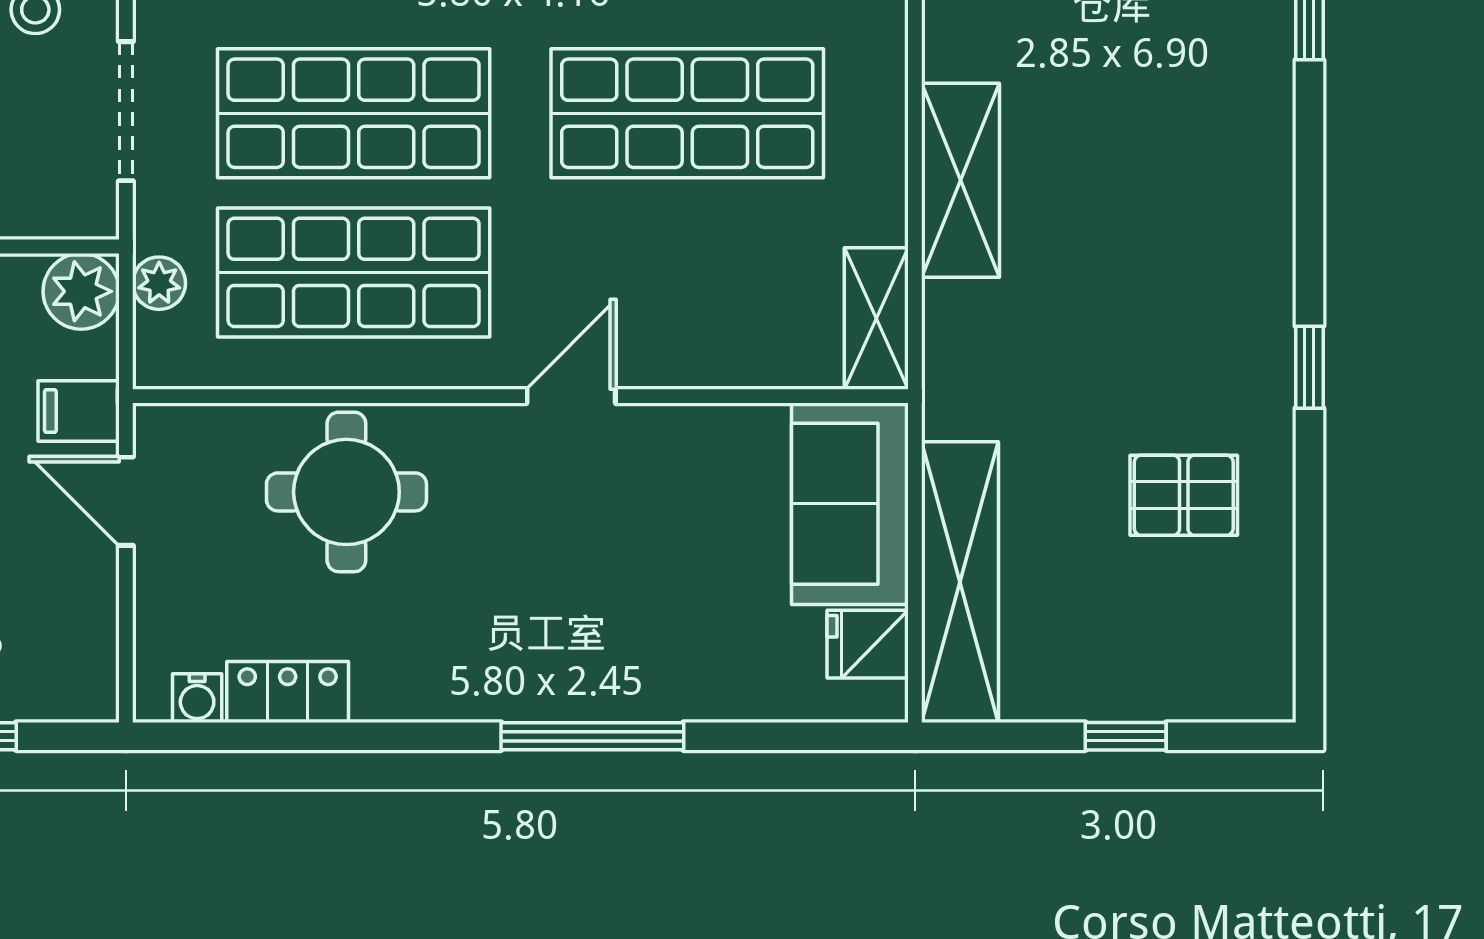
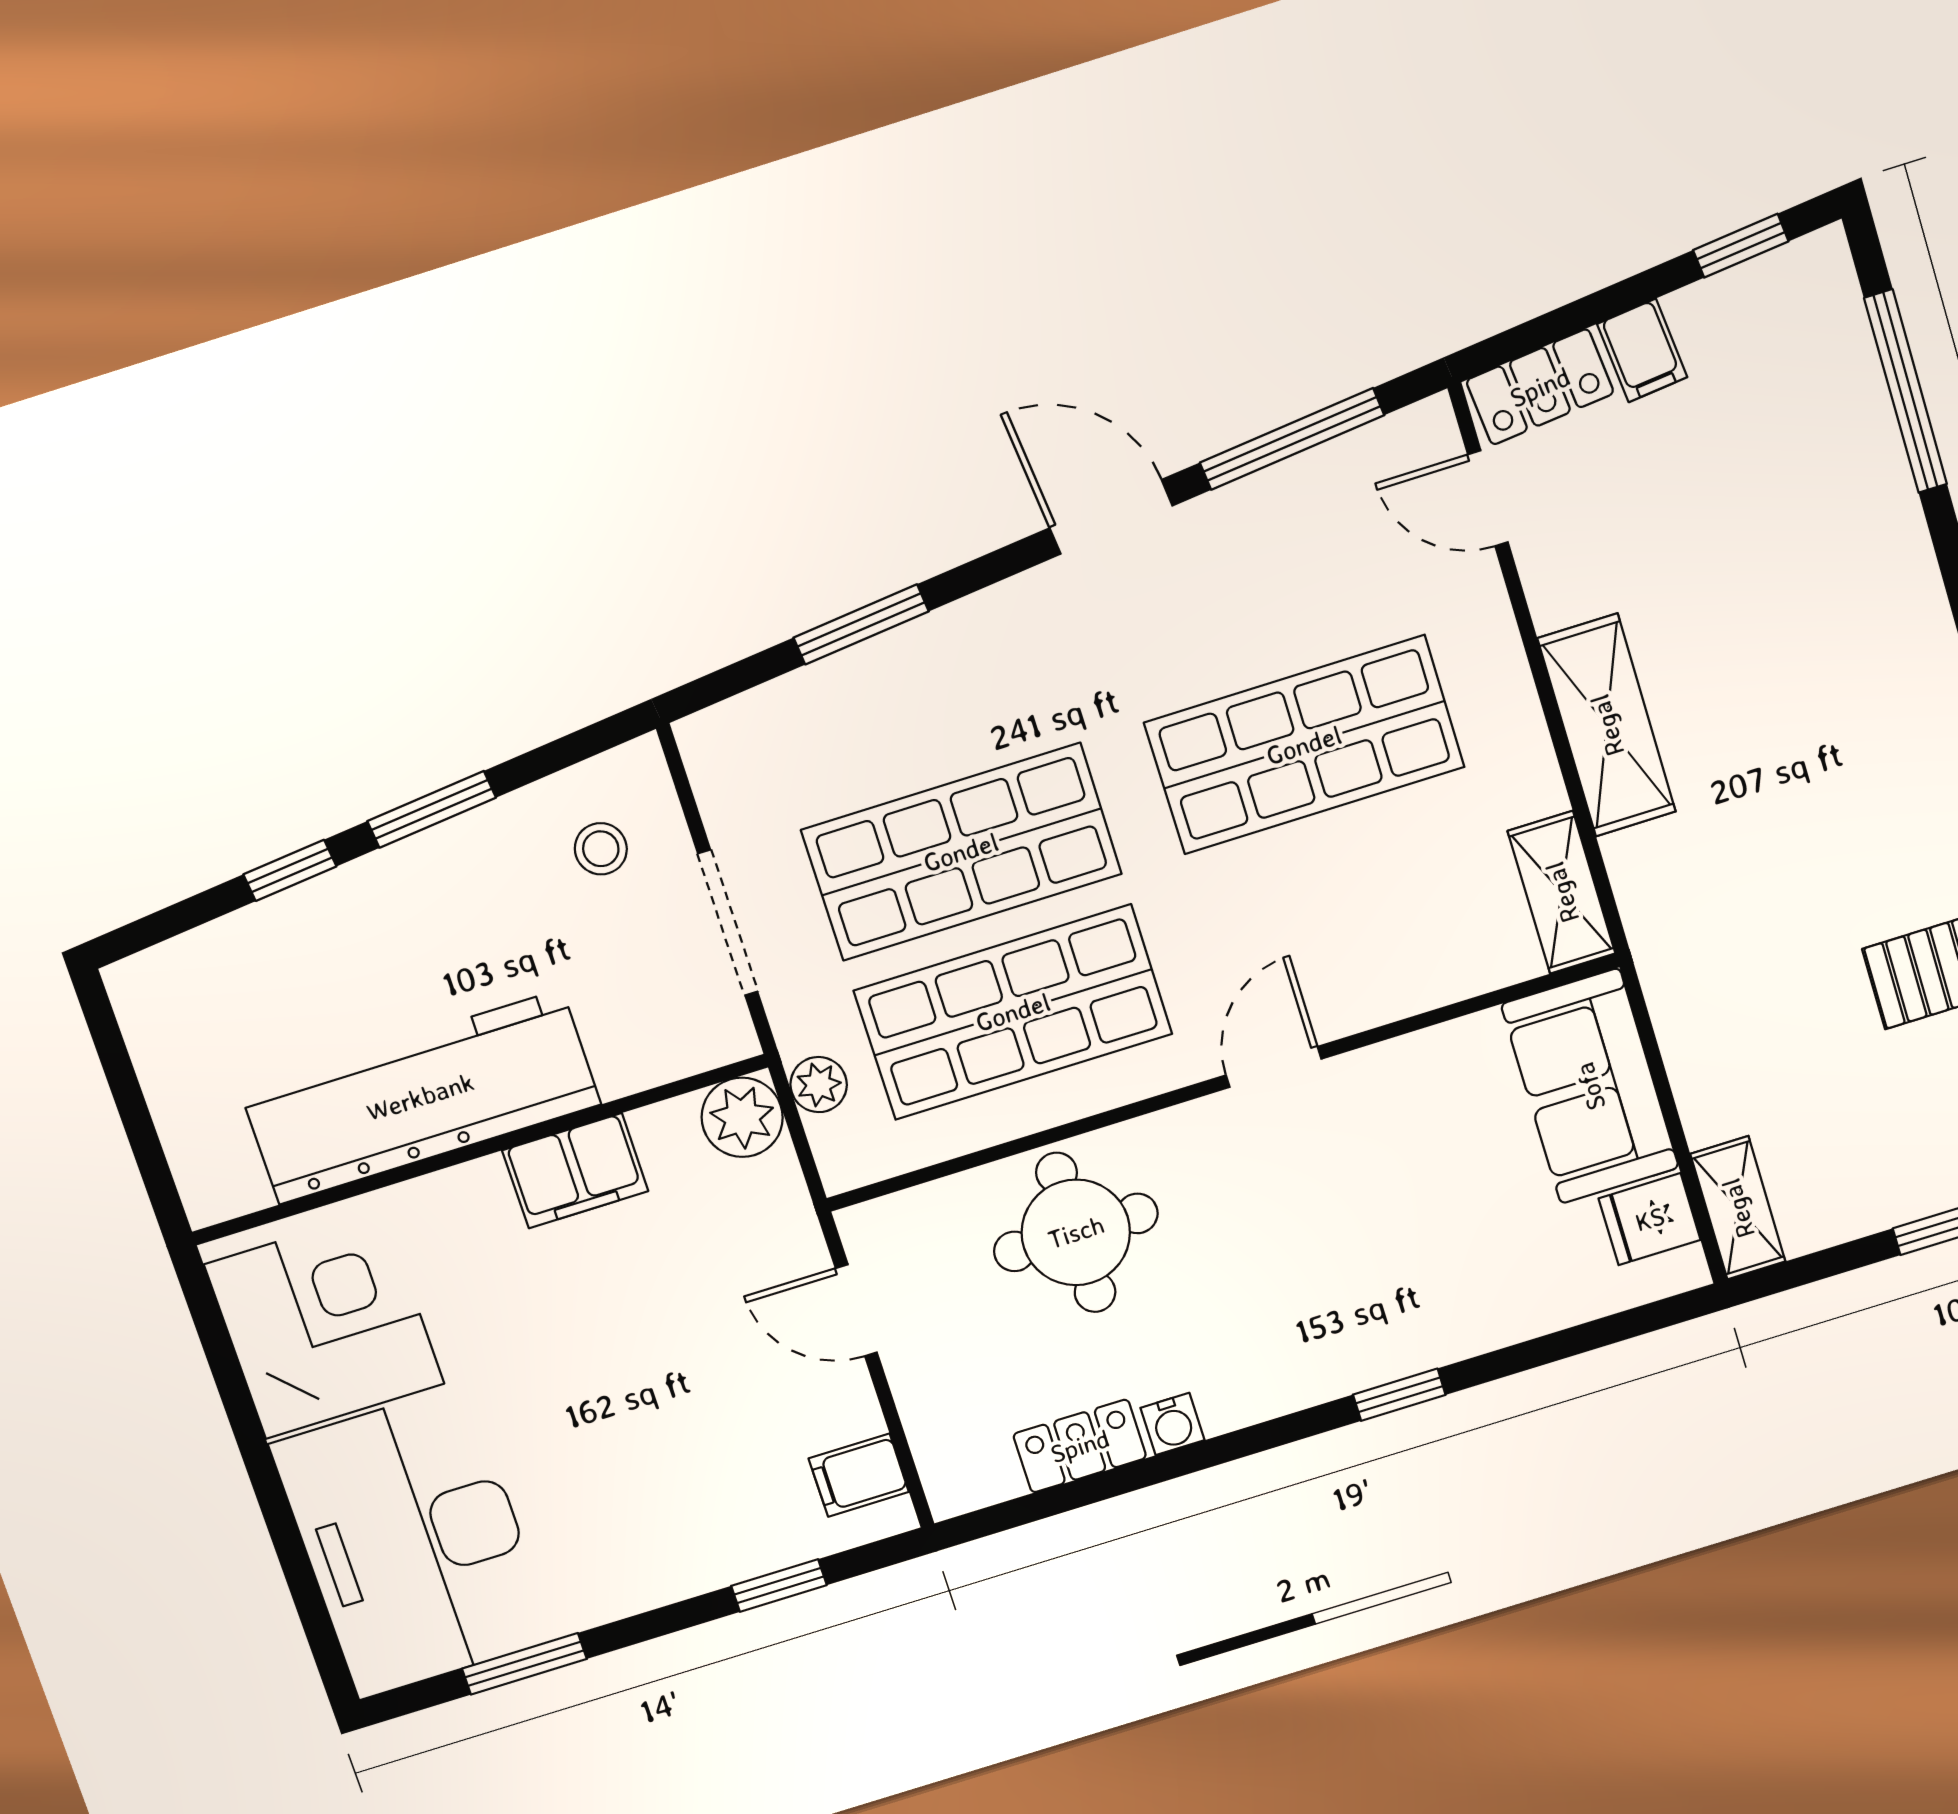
filing cabinet: (79, 411) -> (859, 1475), moved
shelving: (960, 582) -> (1738, 1208), width x0.45, depth x0.75
water cooler: (197, 698) -> (1172, 1424), moved
window: (592, 736) -> (1399, 1395), width x0.46

